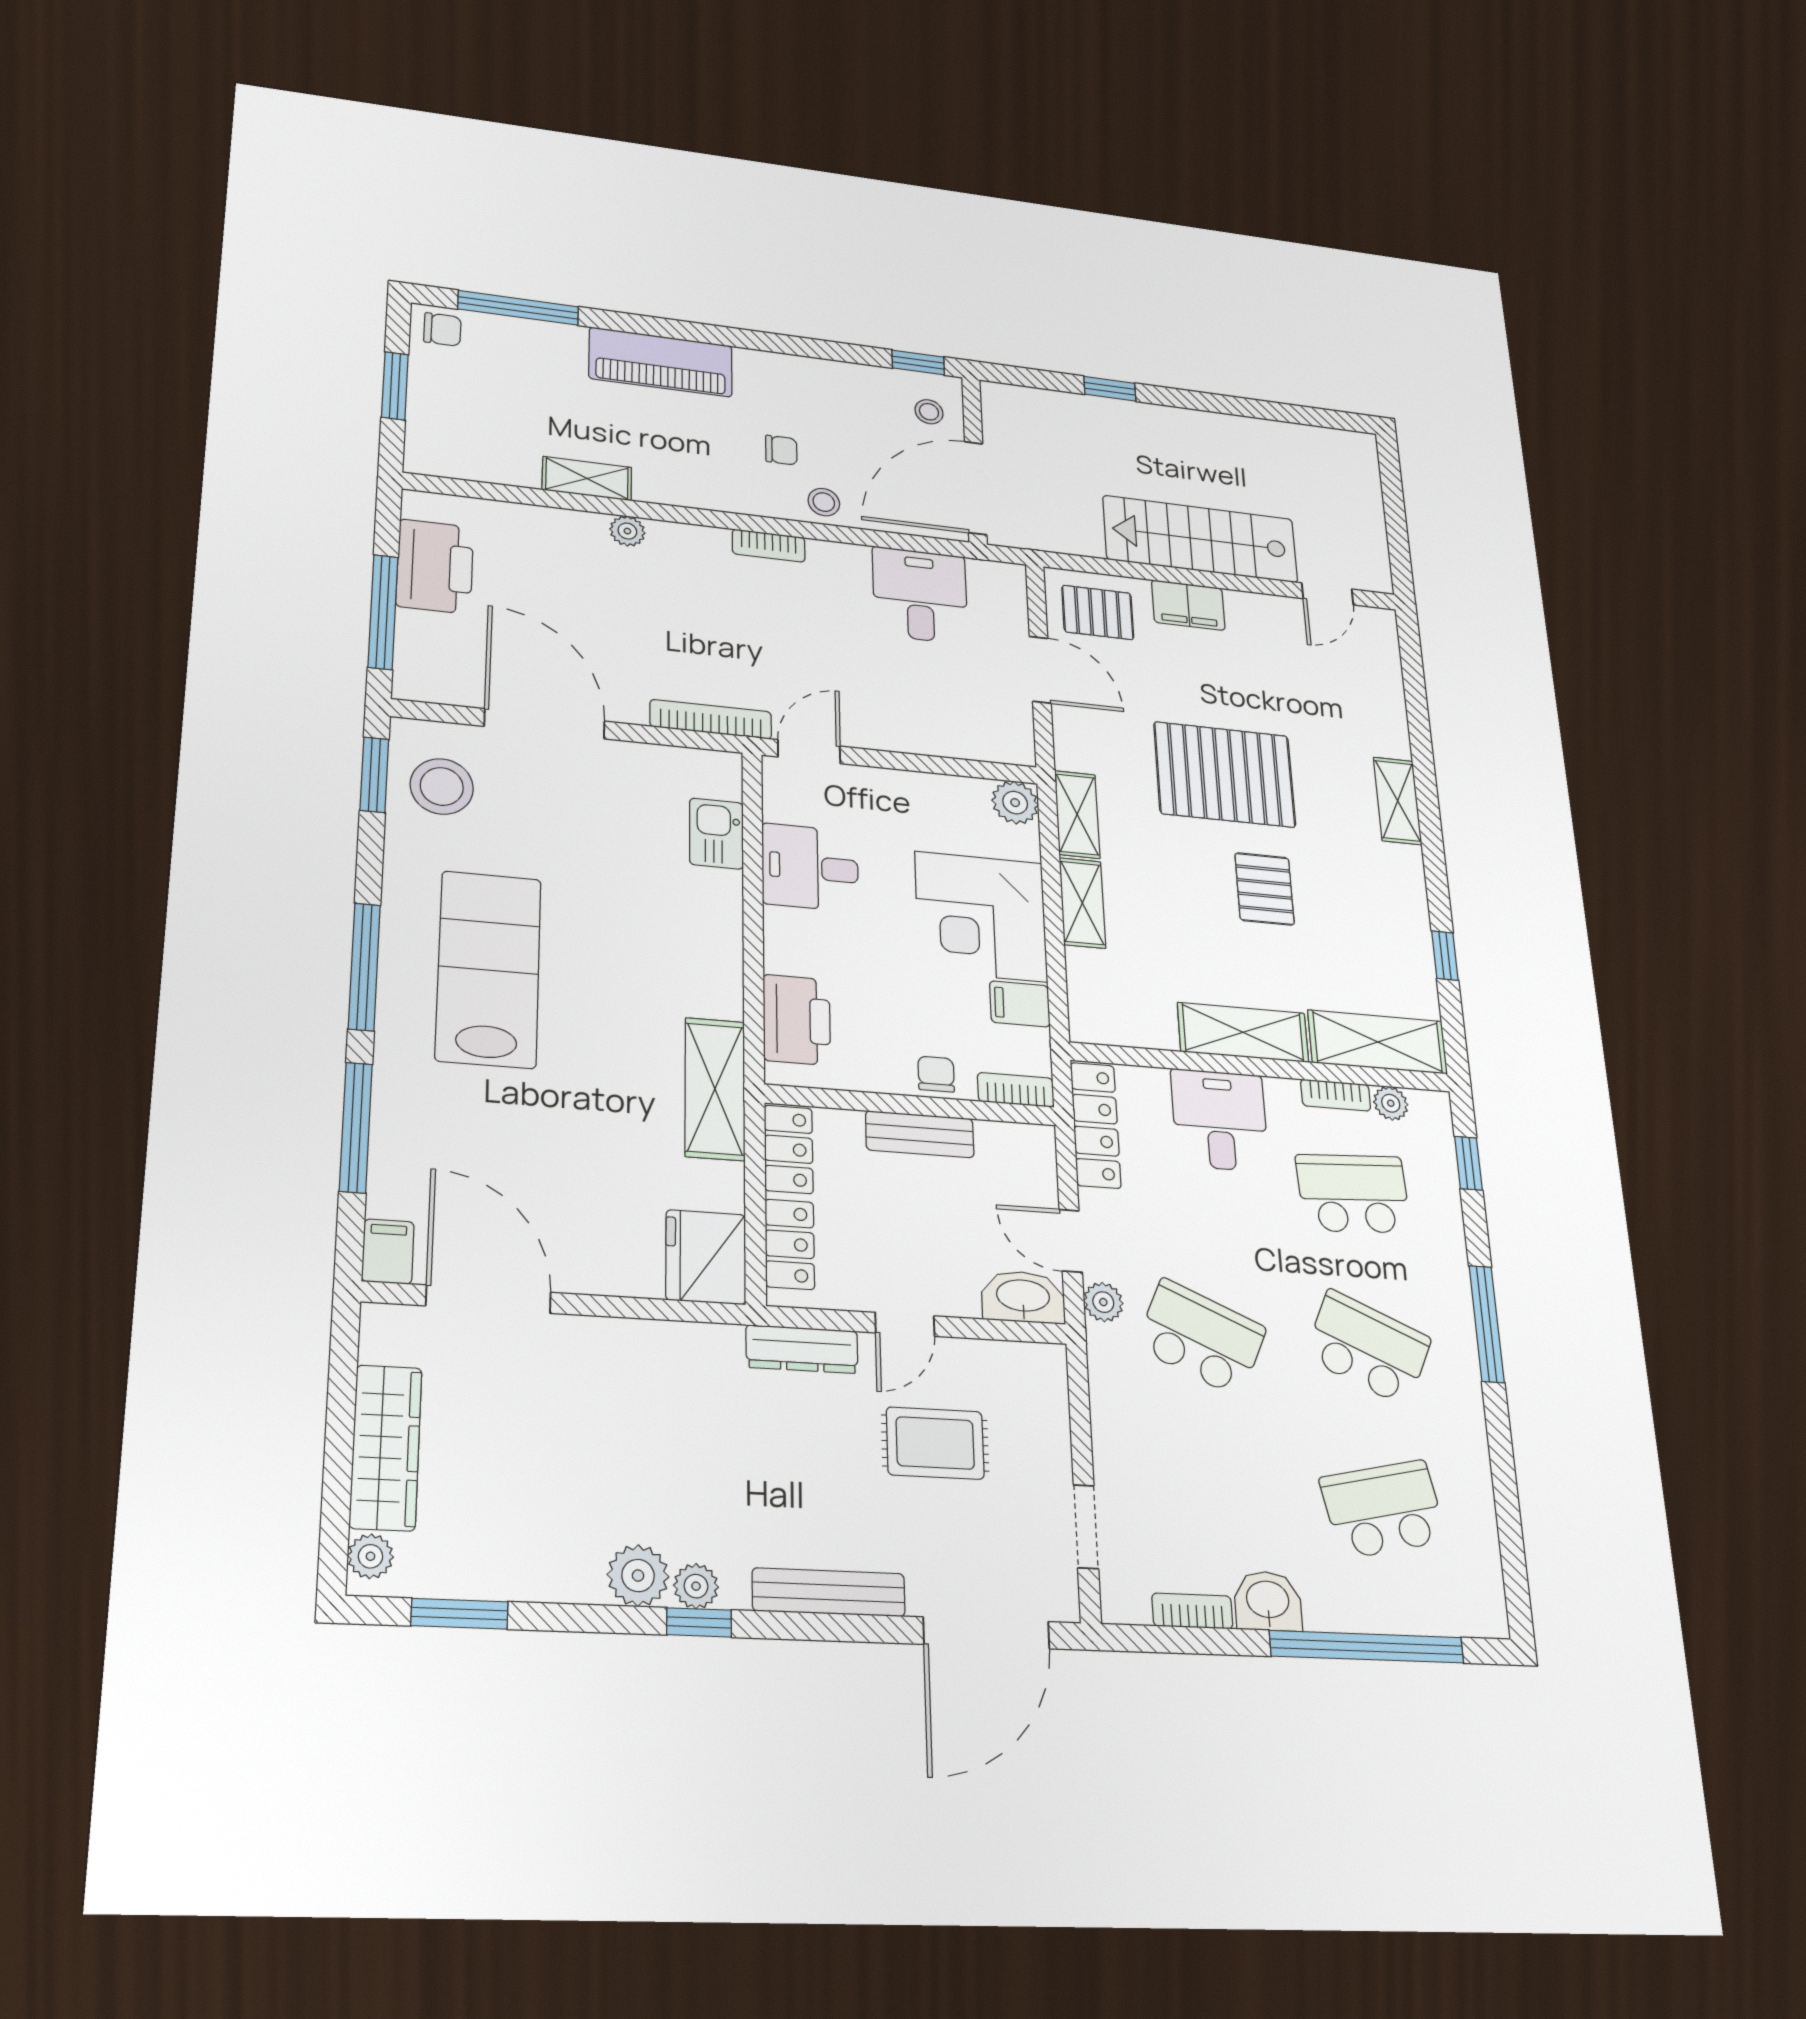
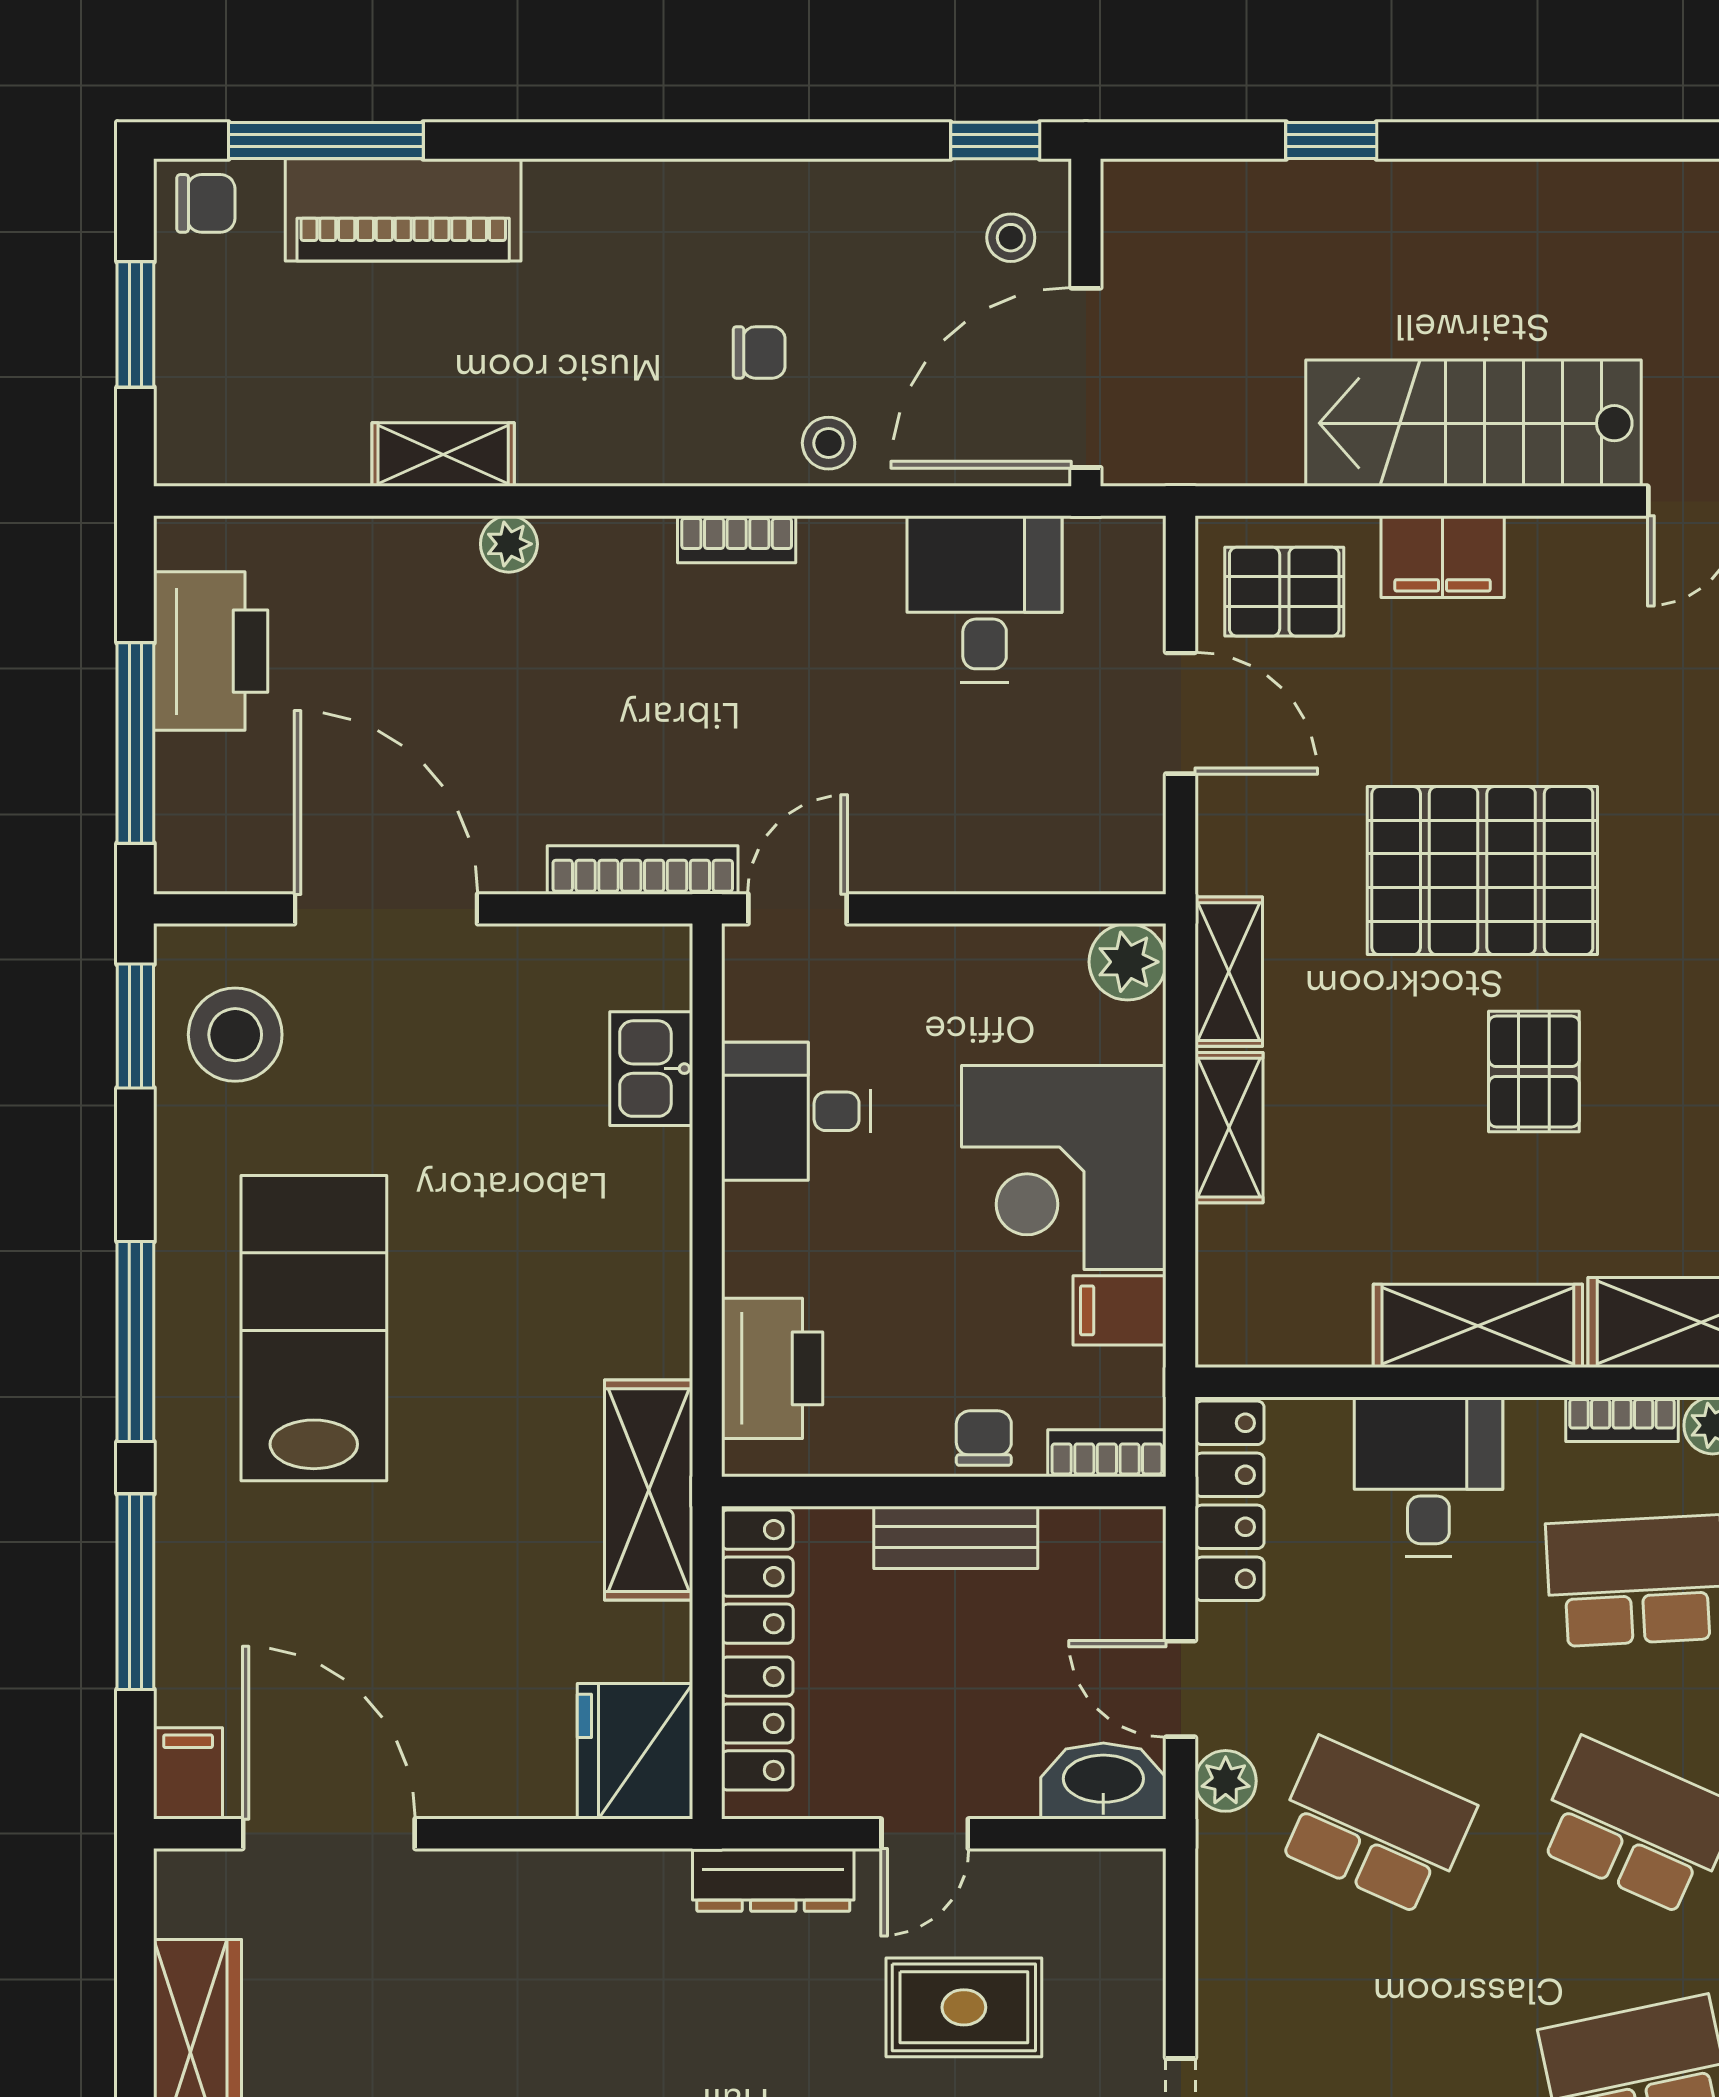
piano: (661, 362) -> (403, 210), moved

